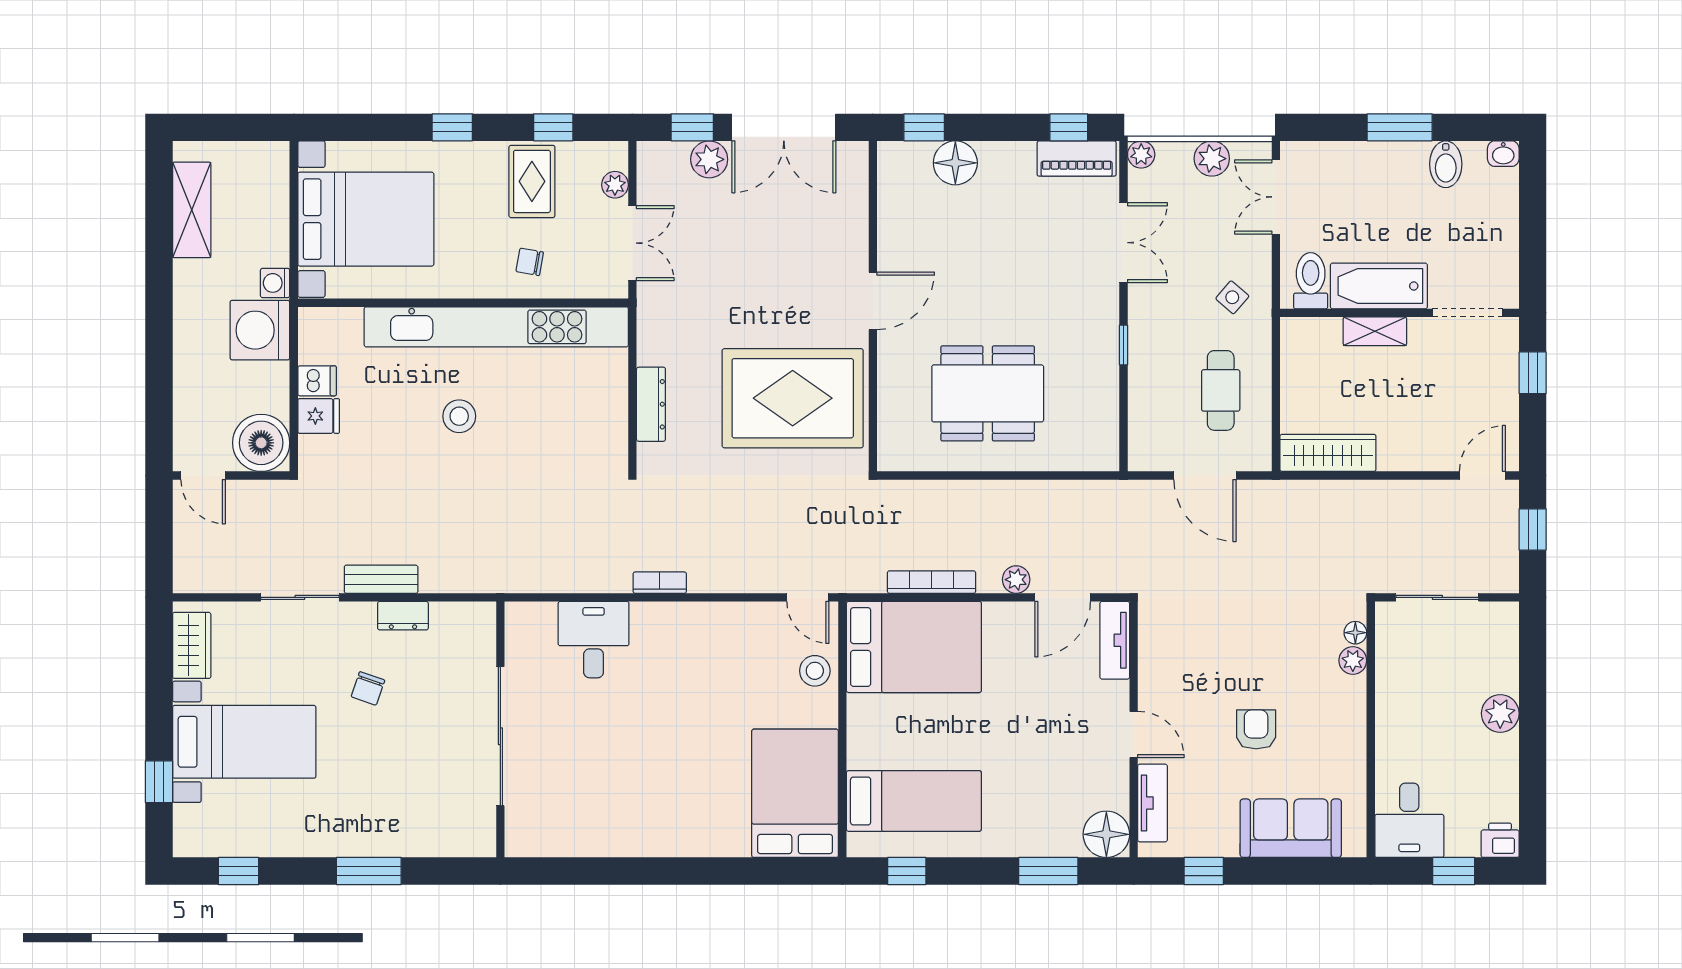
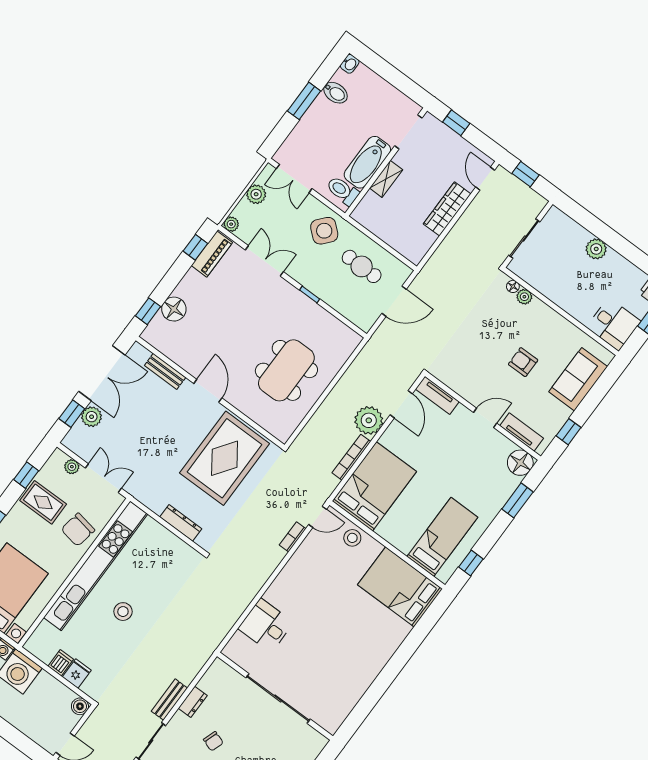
bench: (855, 218) -> (165, 371), added
chair: (530, 262) -> (78, 530), width x1.87, depth x1.87
side table: (1232, 297) -> (324, 231), width x1.87, depth x1.87
boiler: (261, 443) -> (80, 706), width x0.54, depth x0.54
wardrobe: (1328, 453) -> (447, 209), moved
plant: (1016, 580) -> (369, 420), width x1.88, depth x1.88
bookcase: (660, 583) -> (293, 537), moved

